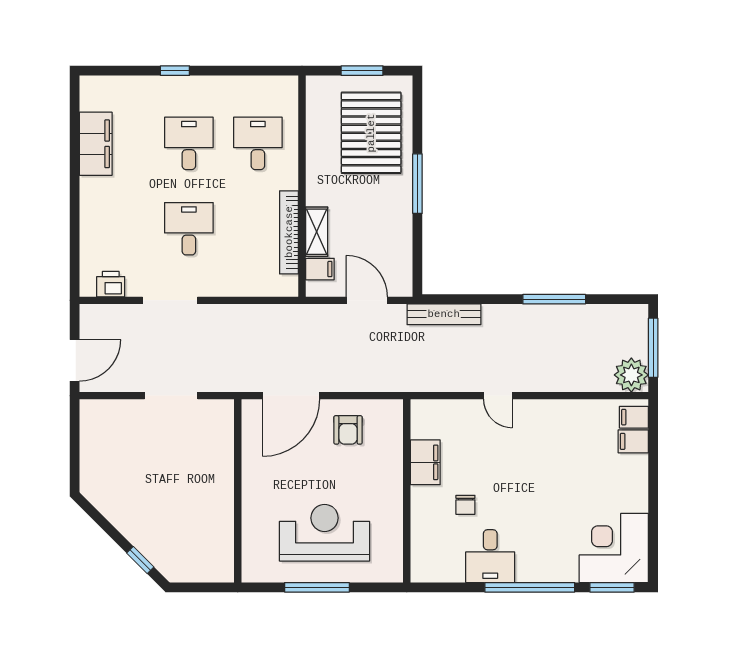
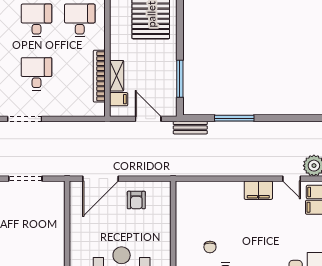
window: (417, 184) -> (180, 79), moved
window: (554, 299) -> (234, 118), moved
bench: (444, 314) -> (190, 128), width x0.73
door: (498, 396) -> (292, 179), moved
filing cabinet: (425, 462) -> (258, 190), moved, turned 90

